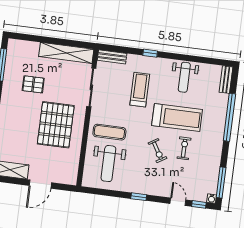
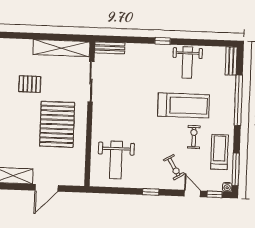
window: (150, 53) -> (163, 41), moved
treadmill: (140, 90) -> (219, 152), moved
exercise mat: (109, 132) -> (114, 127), removed
exercise bike: (157, 151) -> (174, 167), moved

